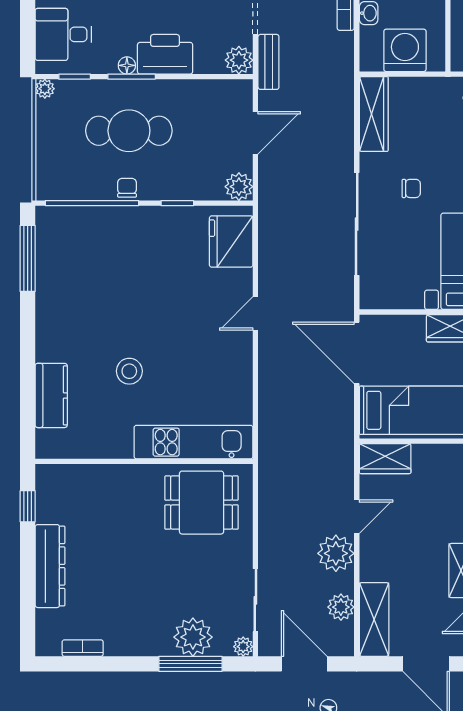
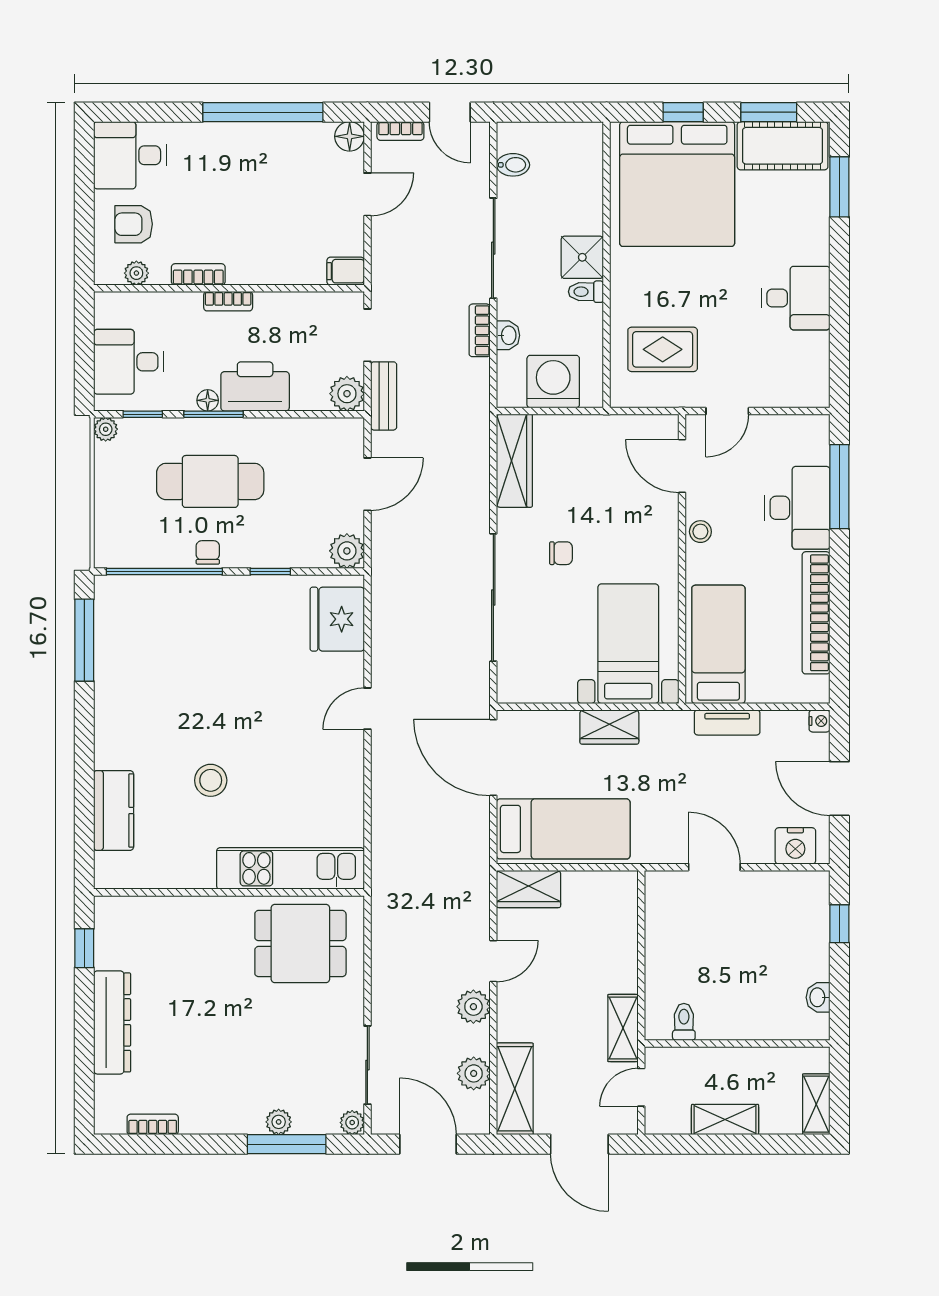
plant: (336, 553) -> (473, 1007), width x0.73, depth x0.73
plant: (193, 637) -> (279, 1122), width x0.53, depth x0.53

